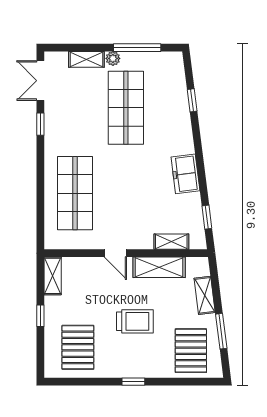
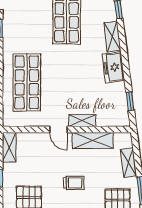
shelving: (184, 135) -> (112, 36), added
shelving: (171, 242) -> (82, 120), moved
trolley: (135, 321) -> (74, 183), width x0.73, depth x0.72

